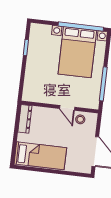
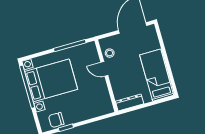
chair: (37, 41) -> (56, 120), added
door: (67, 108) -> (104, 69), swing flipped

